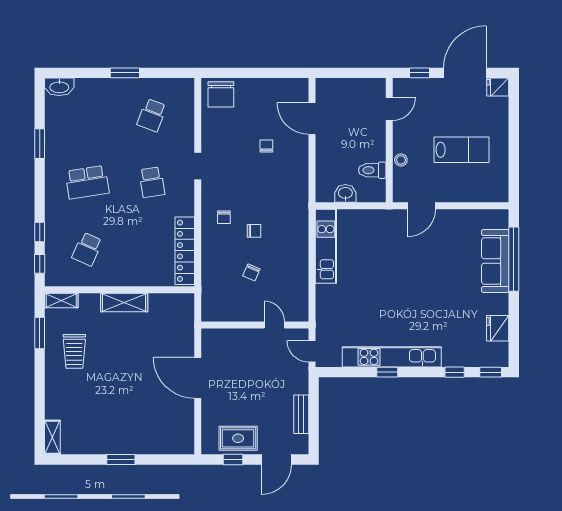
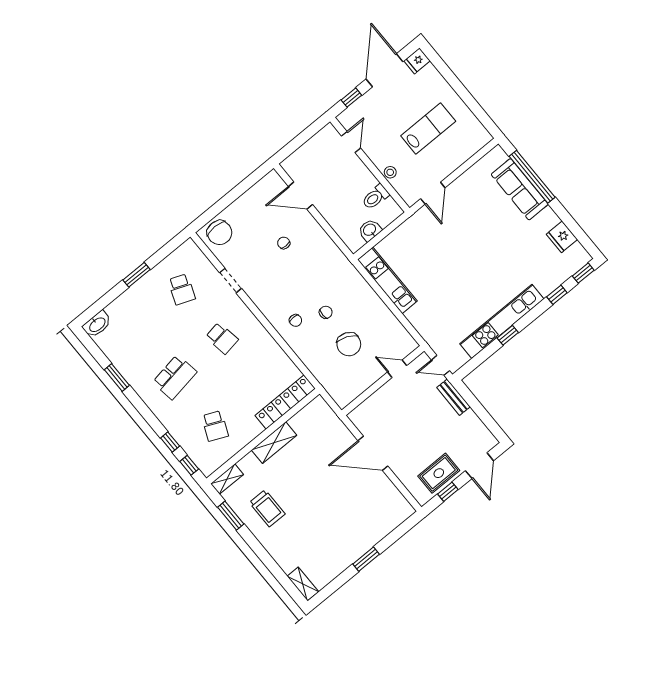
doorway: (198, 166) -> (231, 281), moved
locker: (185, 251) -> (285, 402), moved, turned 90
chair: (251, 272) -> (349, 344), width x1.87, depth x1.87
bench: (301, 414) -> (454, 397), moved

